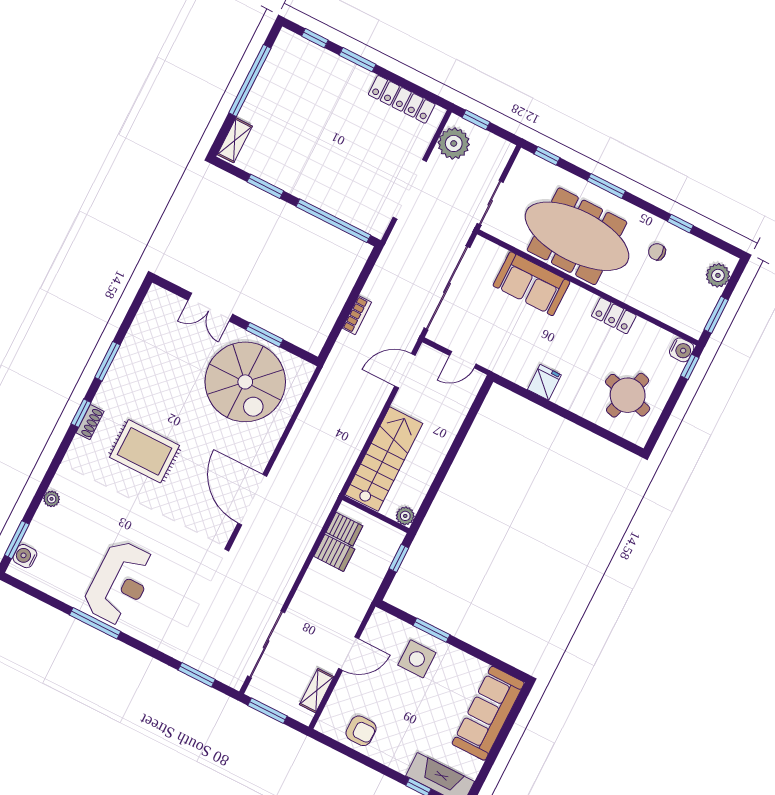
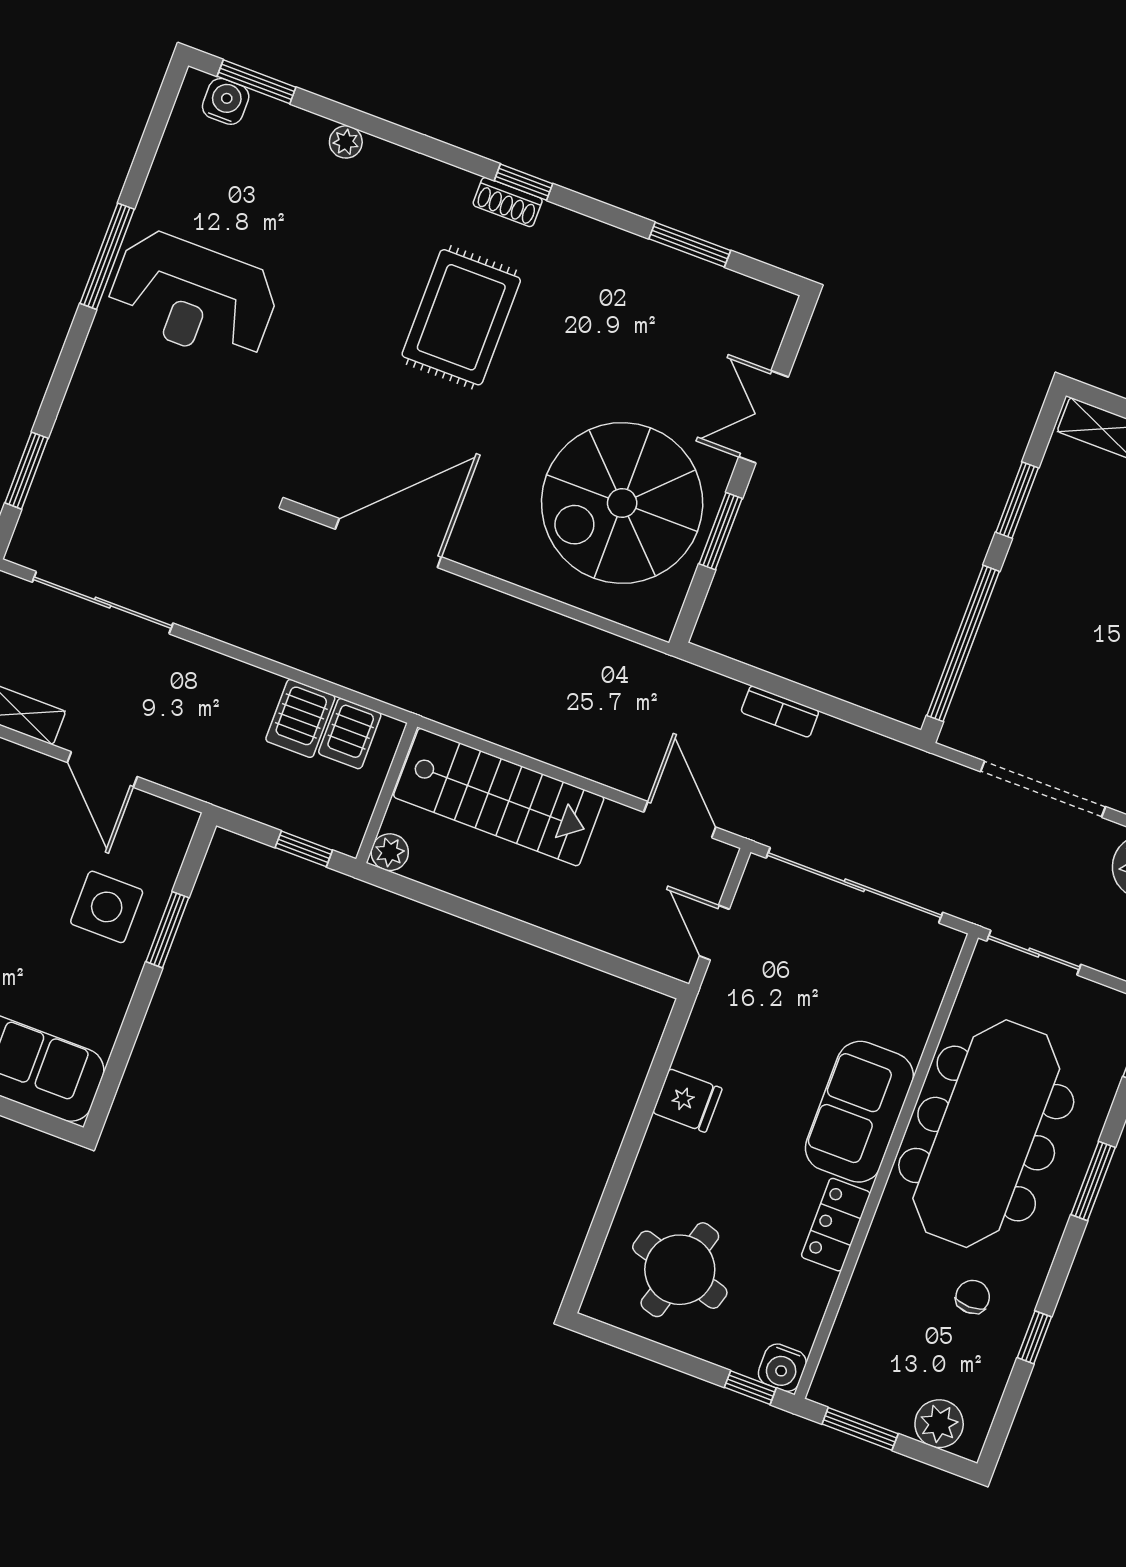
sofa: (532, 284) -> (859, 1112), moved
window: (107, 361) -> (690, 245), moved

